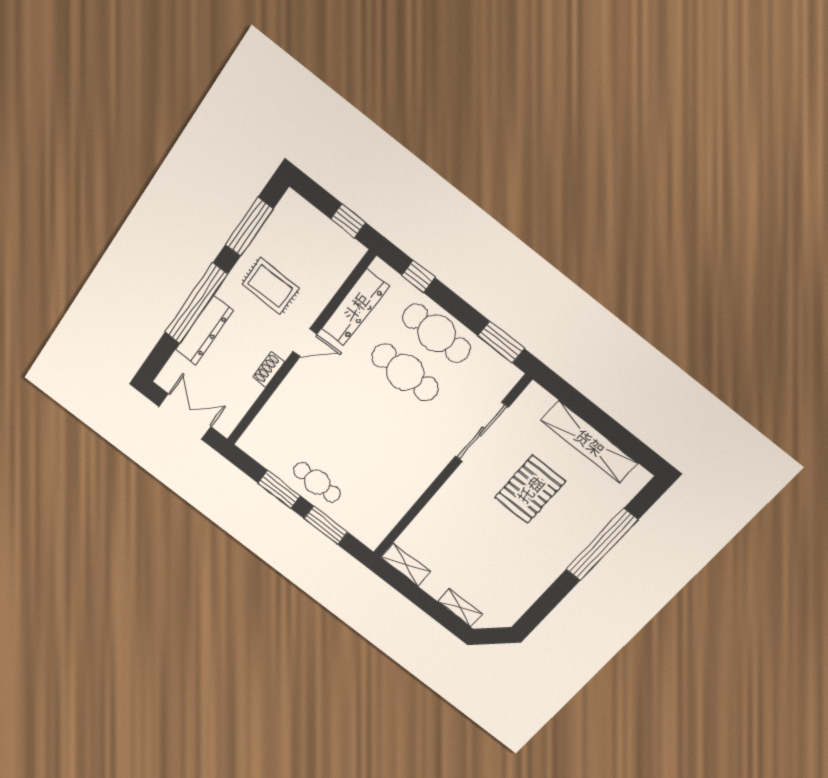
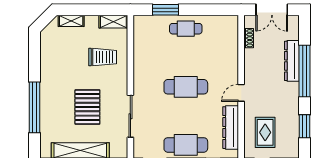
window: (249, 227) -> (305, 126), width x0.69
rug: (270, 286) -> (265, 132), moved, turned 90
shoe rack: (269, 370) -> (249, 38), moved
cafe table: (405, 372) -> (186, 87), moved
window: (279, 489) -> (201, 10), removed
trolley: (456, 534) -> (103, 57), added

